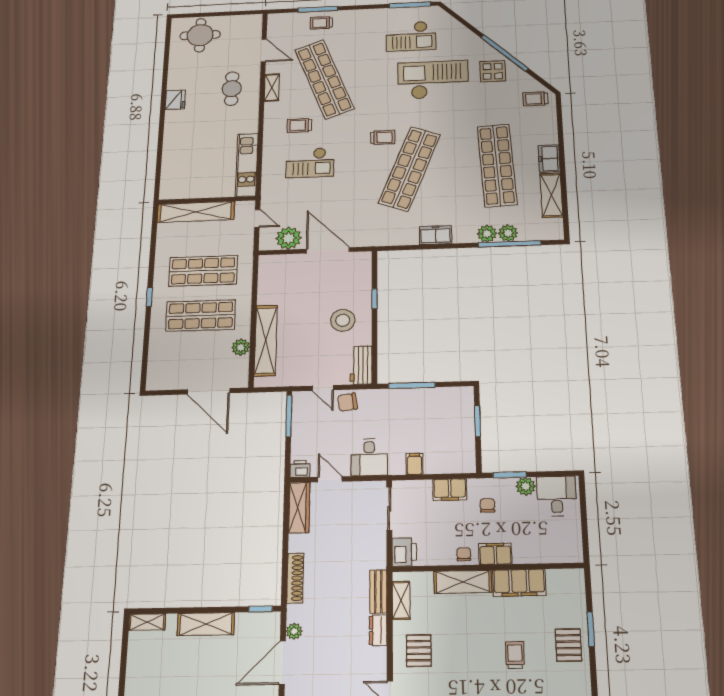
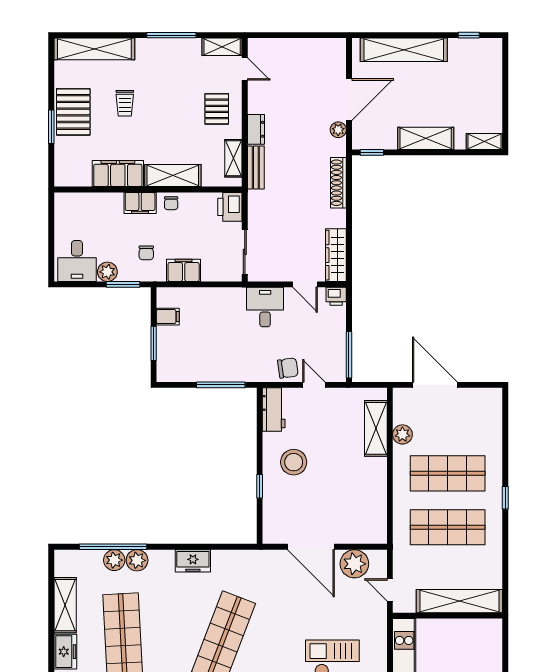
shelving: (266, 340) -> (376, 428), width x0.68
filing cabinet: (415, 464) -> (168, 317), moved, turned -90
pallet: (568, 645) -> (73, 112), width x1.50, depth x1.42

